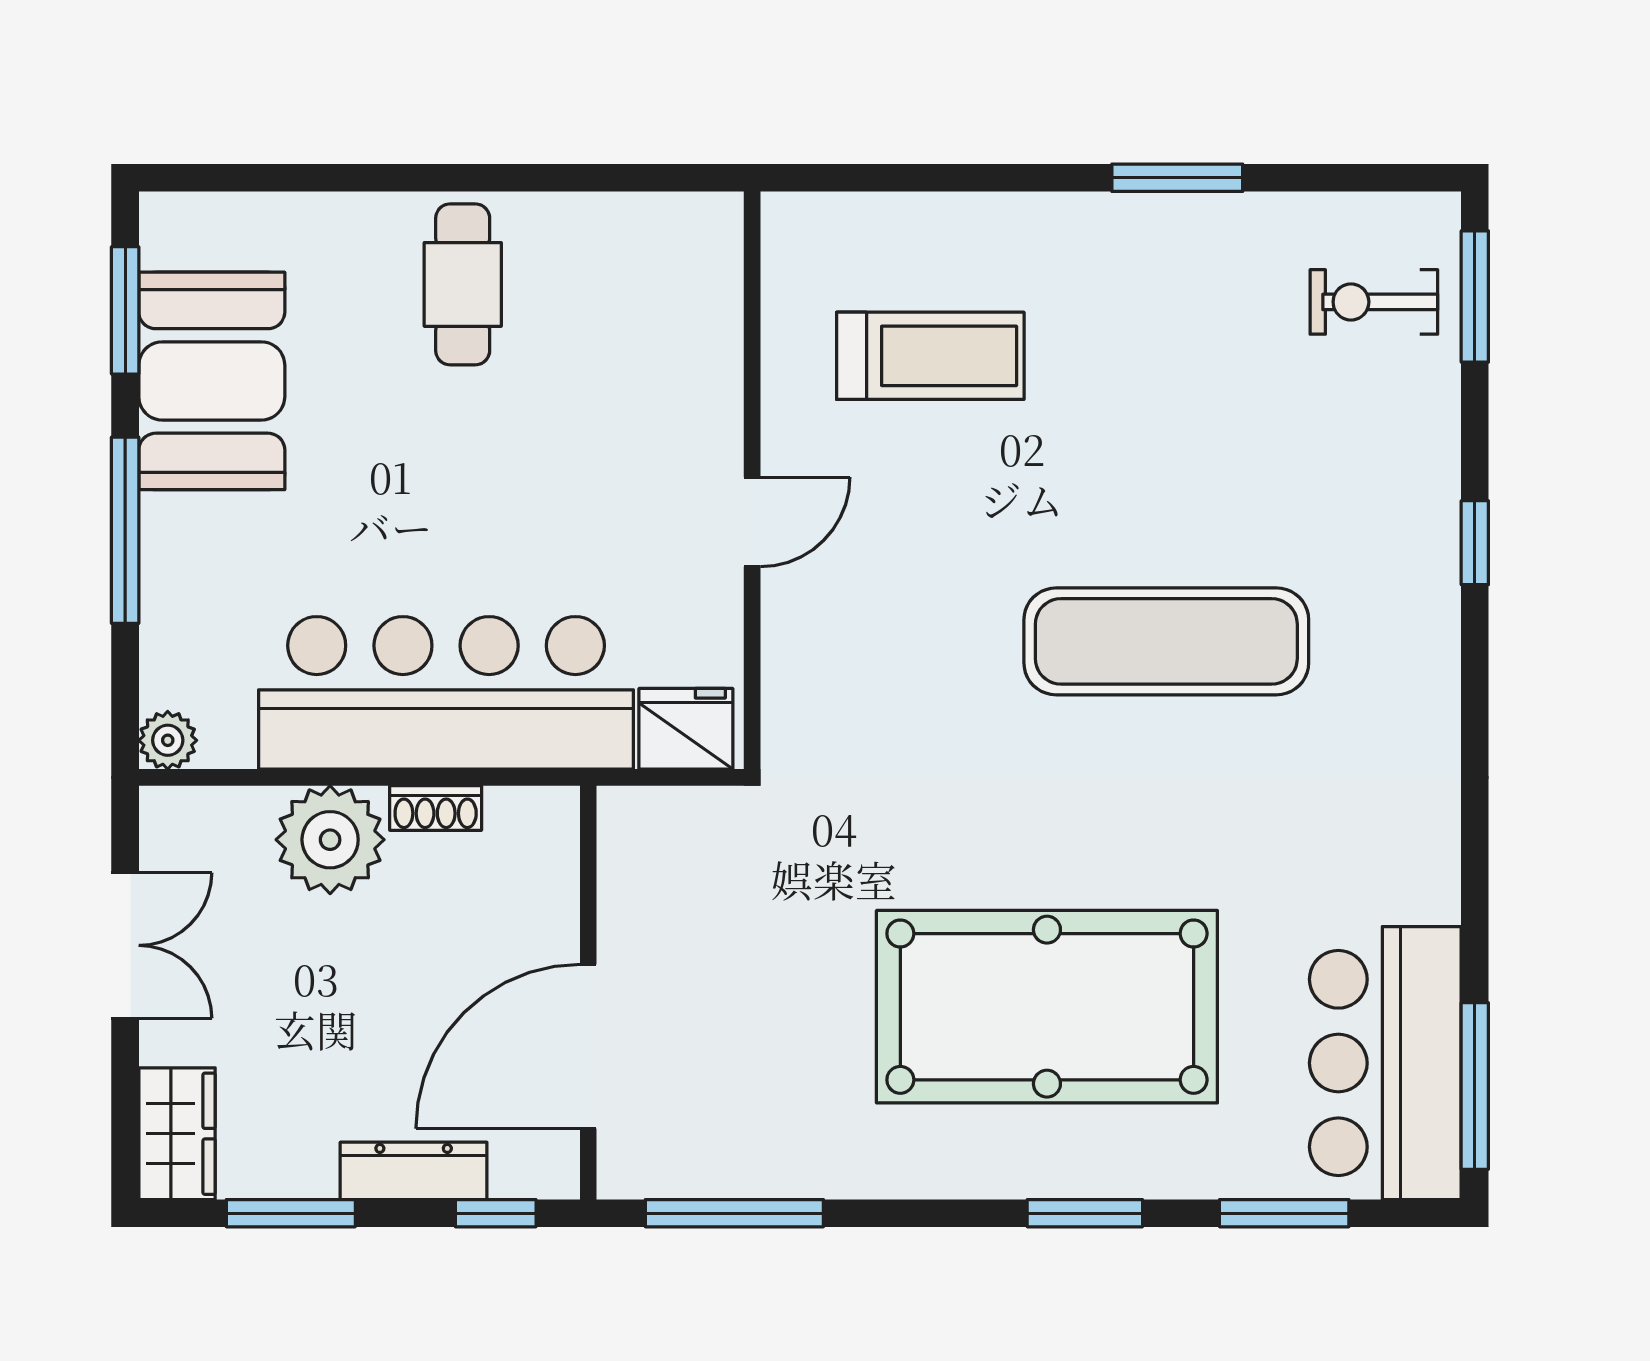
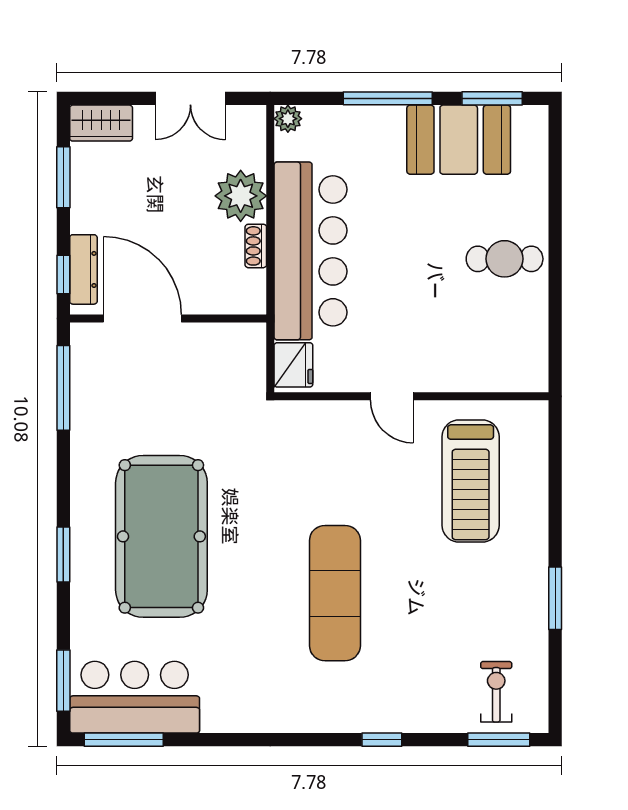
treadmill: (930, 356) -> (471, 481), width x1.37, depth x1.38
dresser: (414, 1171) -> (83, 269), moved
window: (1284, 1213) -> (63, 681), moved

